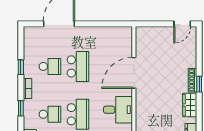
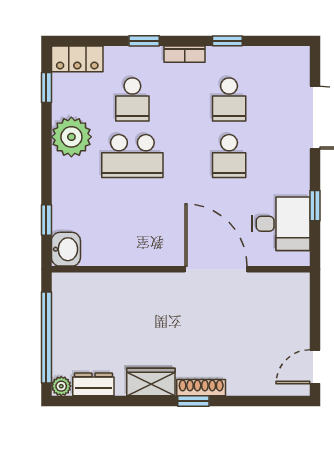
window: (102, 24) -> (315, 206), added
door: (182, 24) -> (315, 367), hinge flipped
school desk: (78, 66) -> (229, 156), width x0.54
desk: (118, 110) -> (281, 224), moved, turned -90

